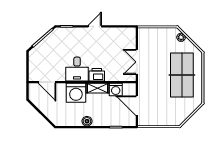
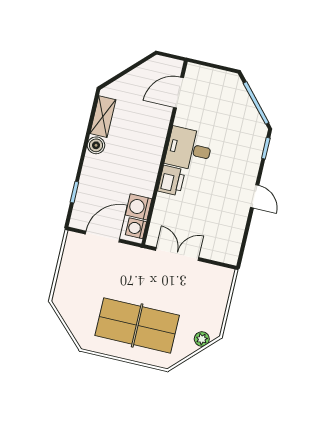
shelving: (97, 88) -> (103, 117), moved
washing machine: (76, 93) -> (136, 228), moved, width x0.53, depth x0.53

